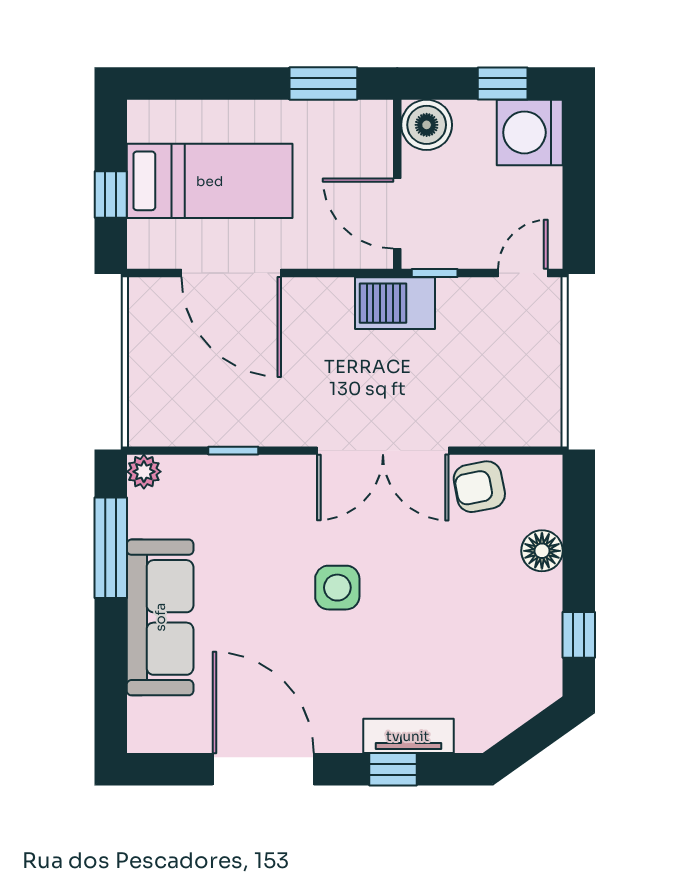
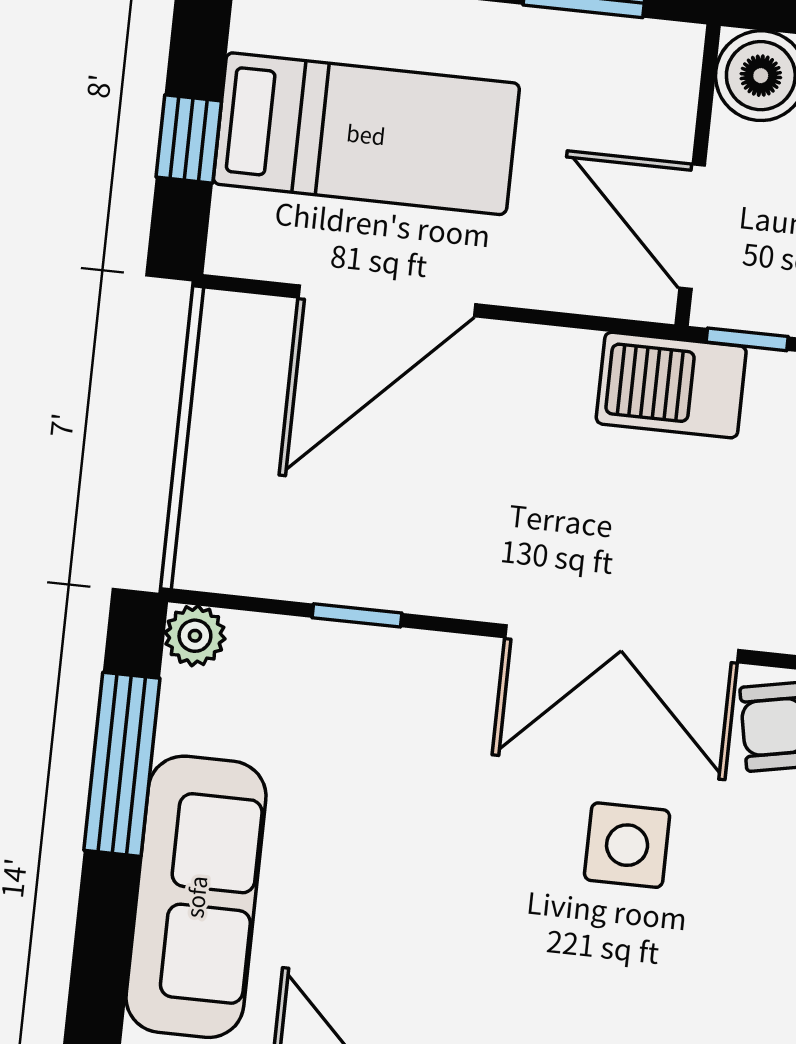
door: (231, 273) -> (387, 301), hinge flipped
side table: (337, 588) -> (627, 845), moved

